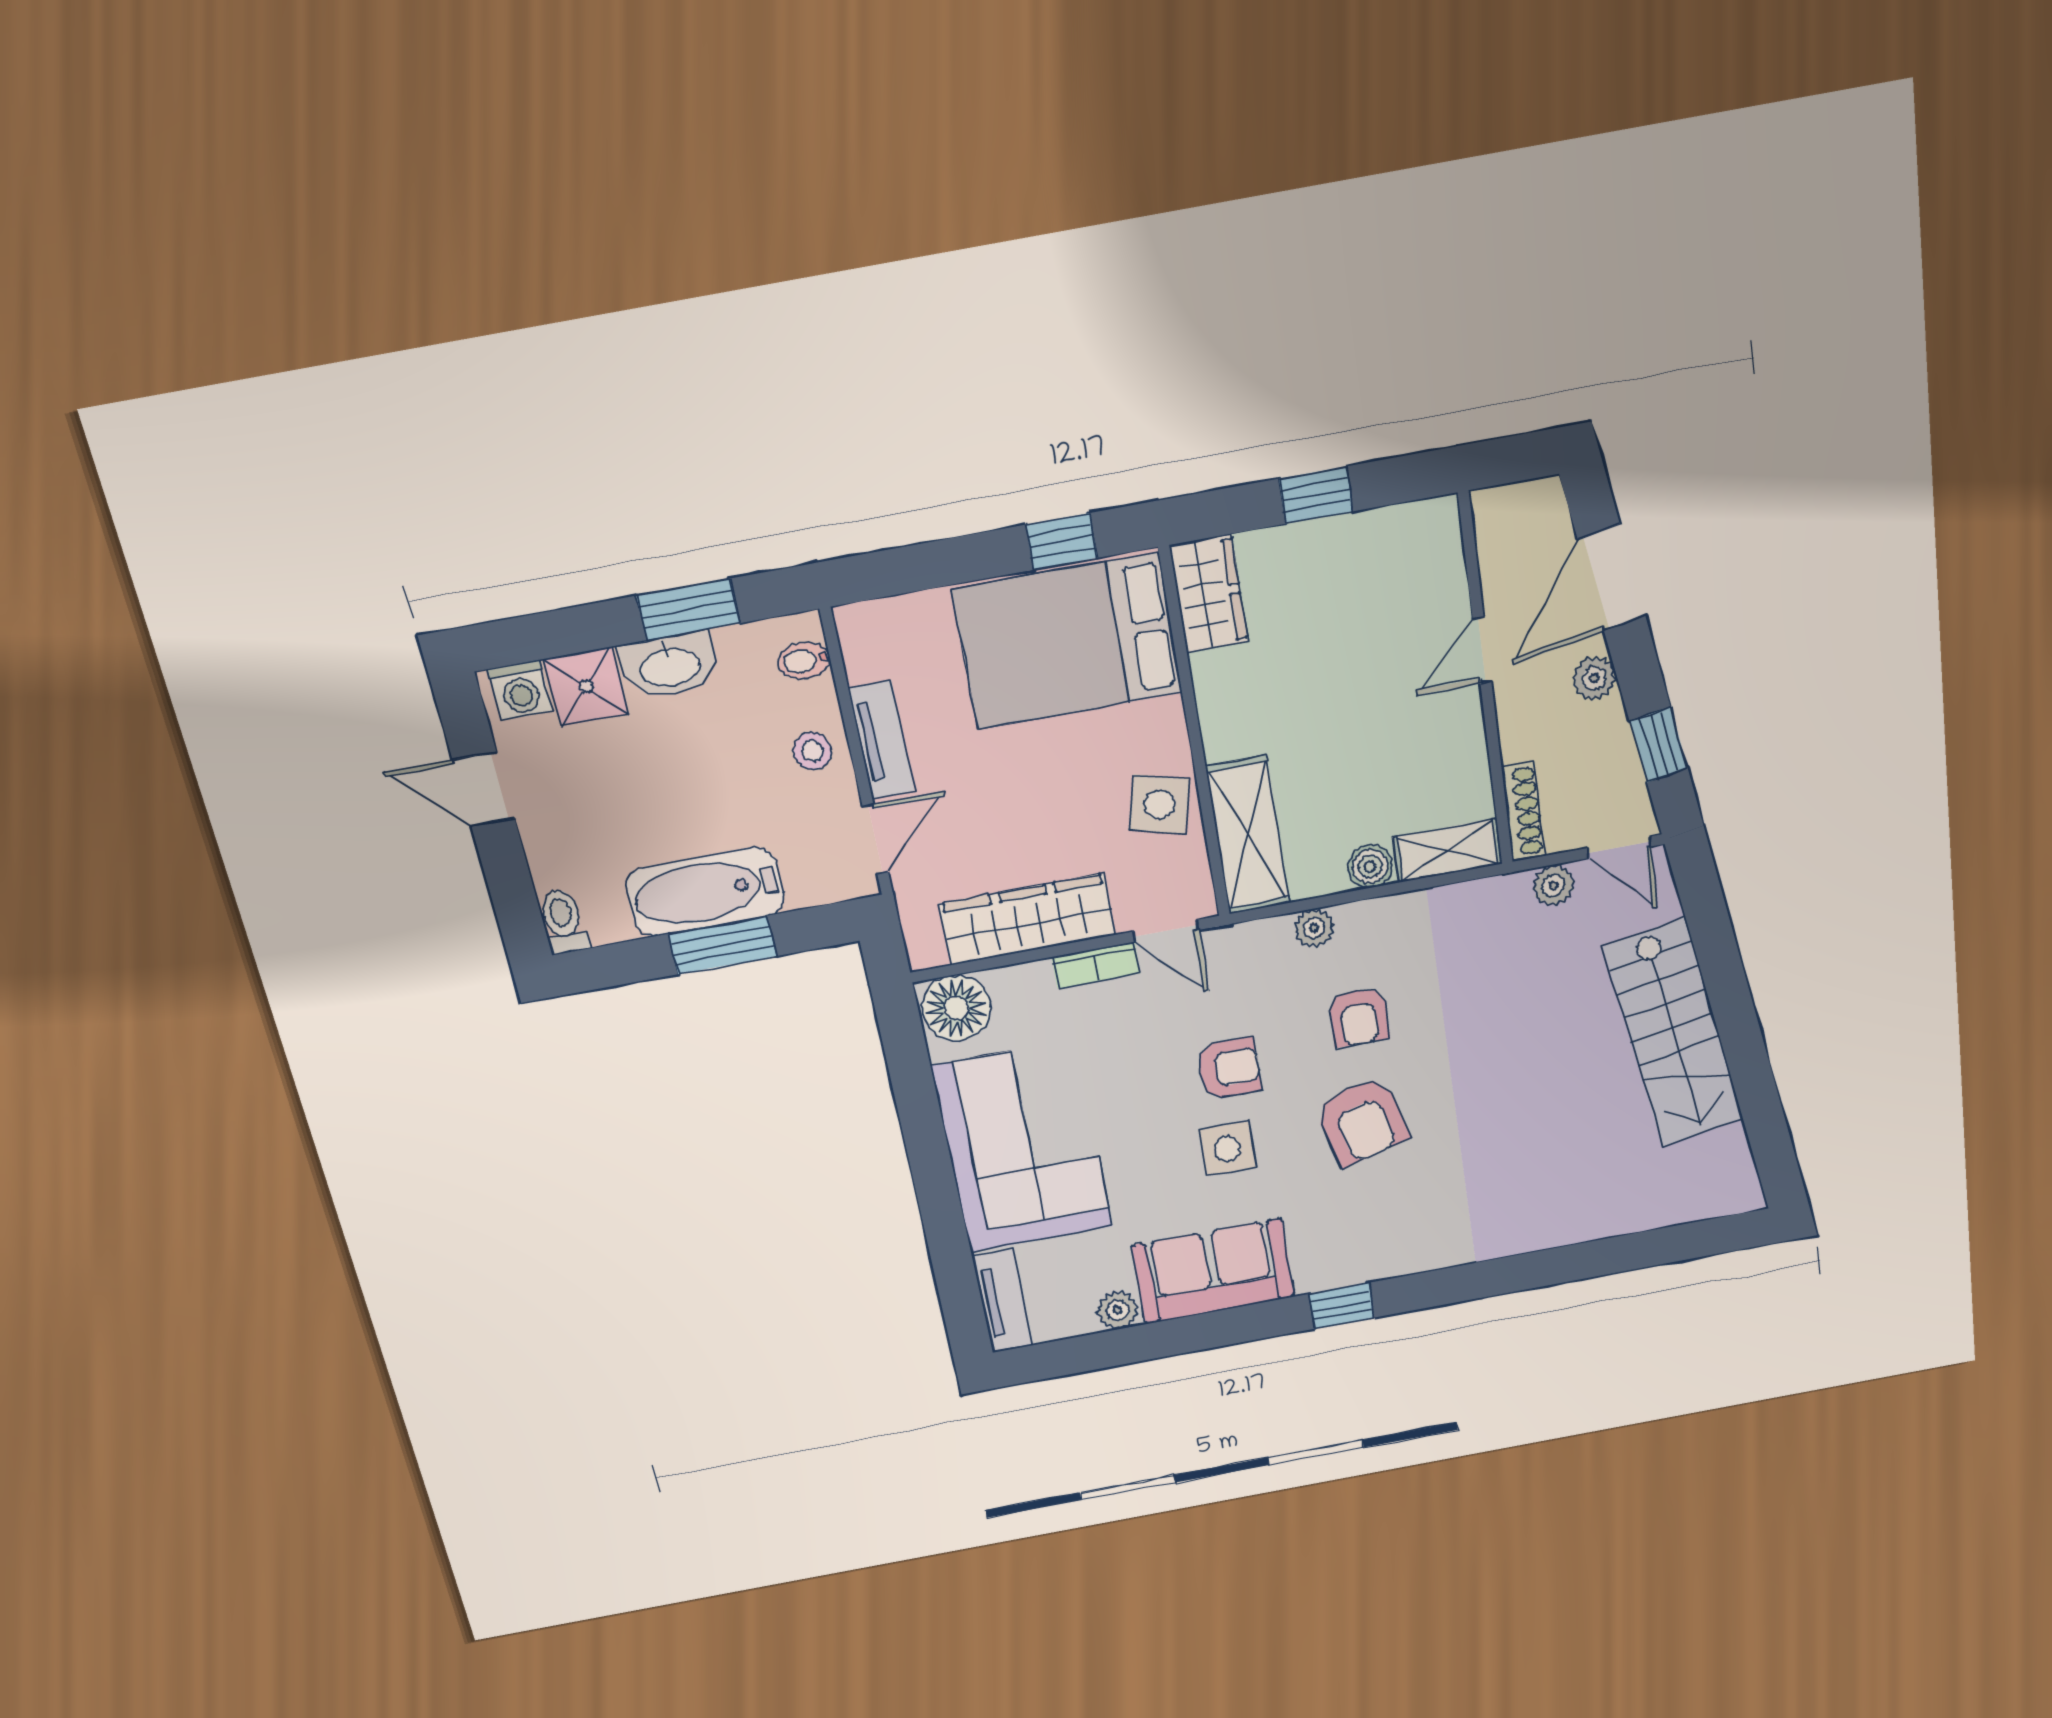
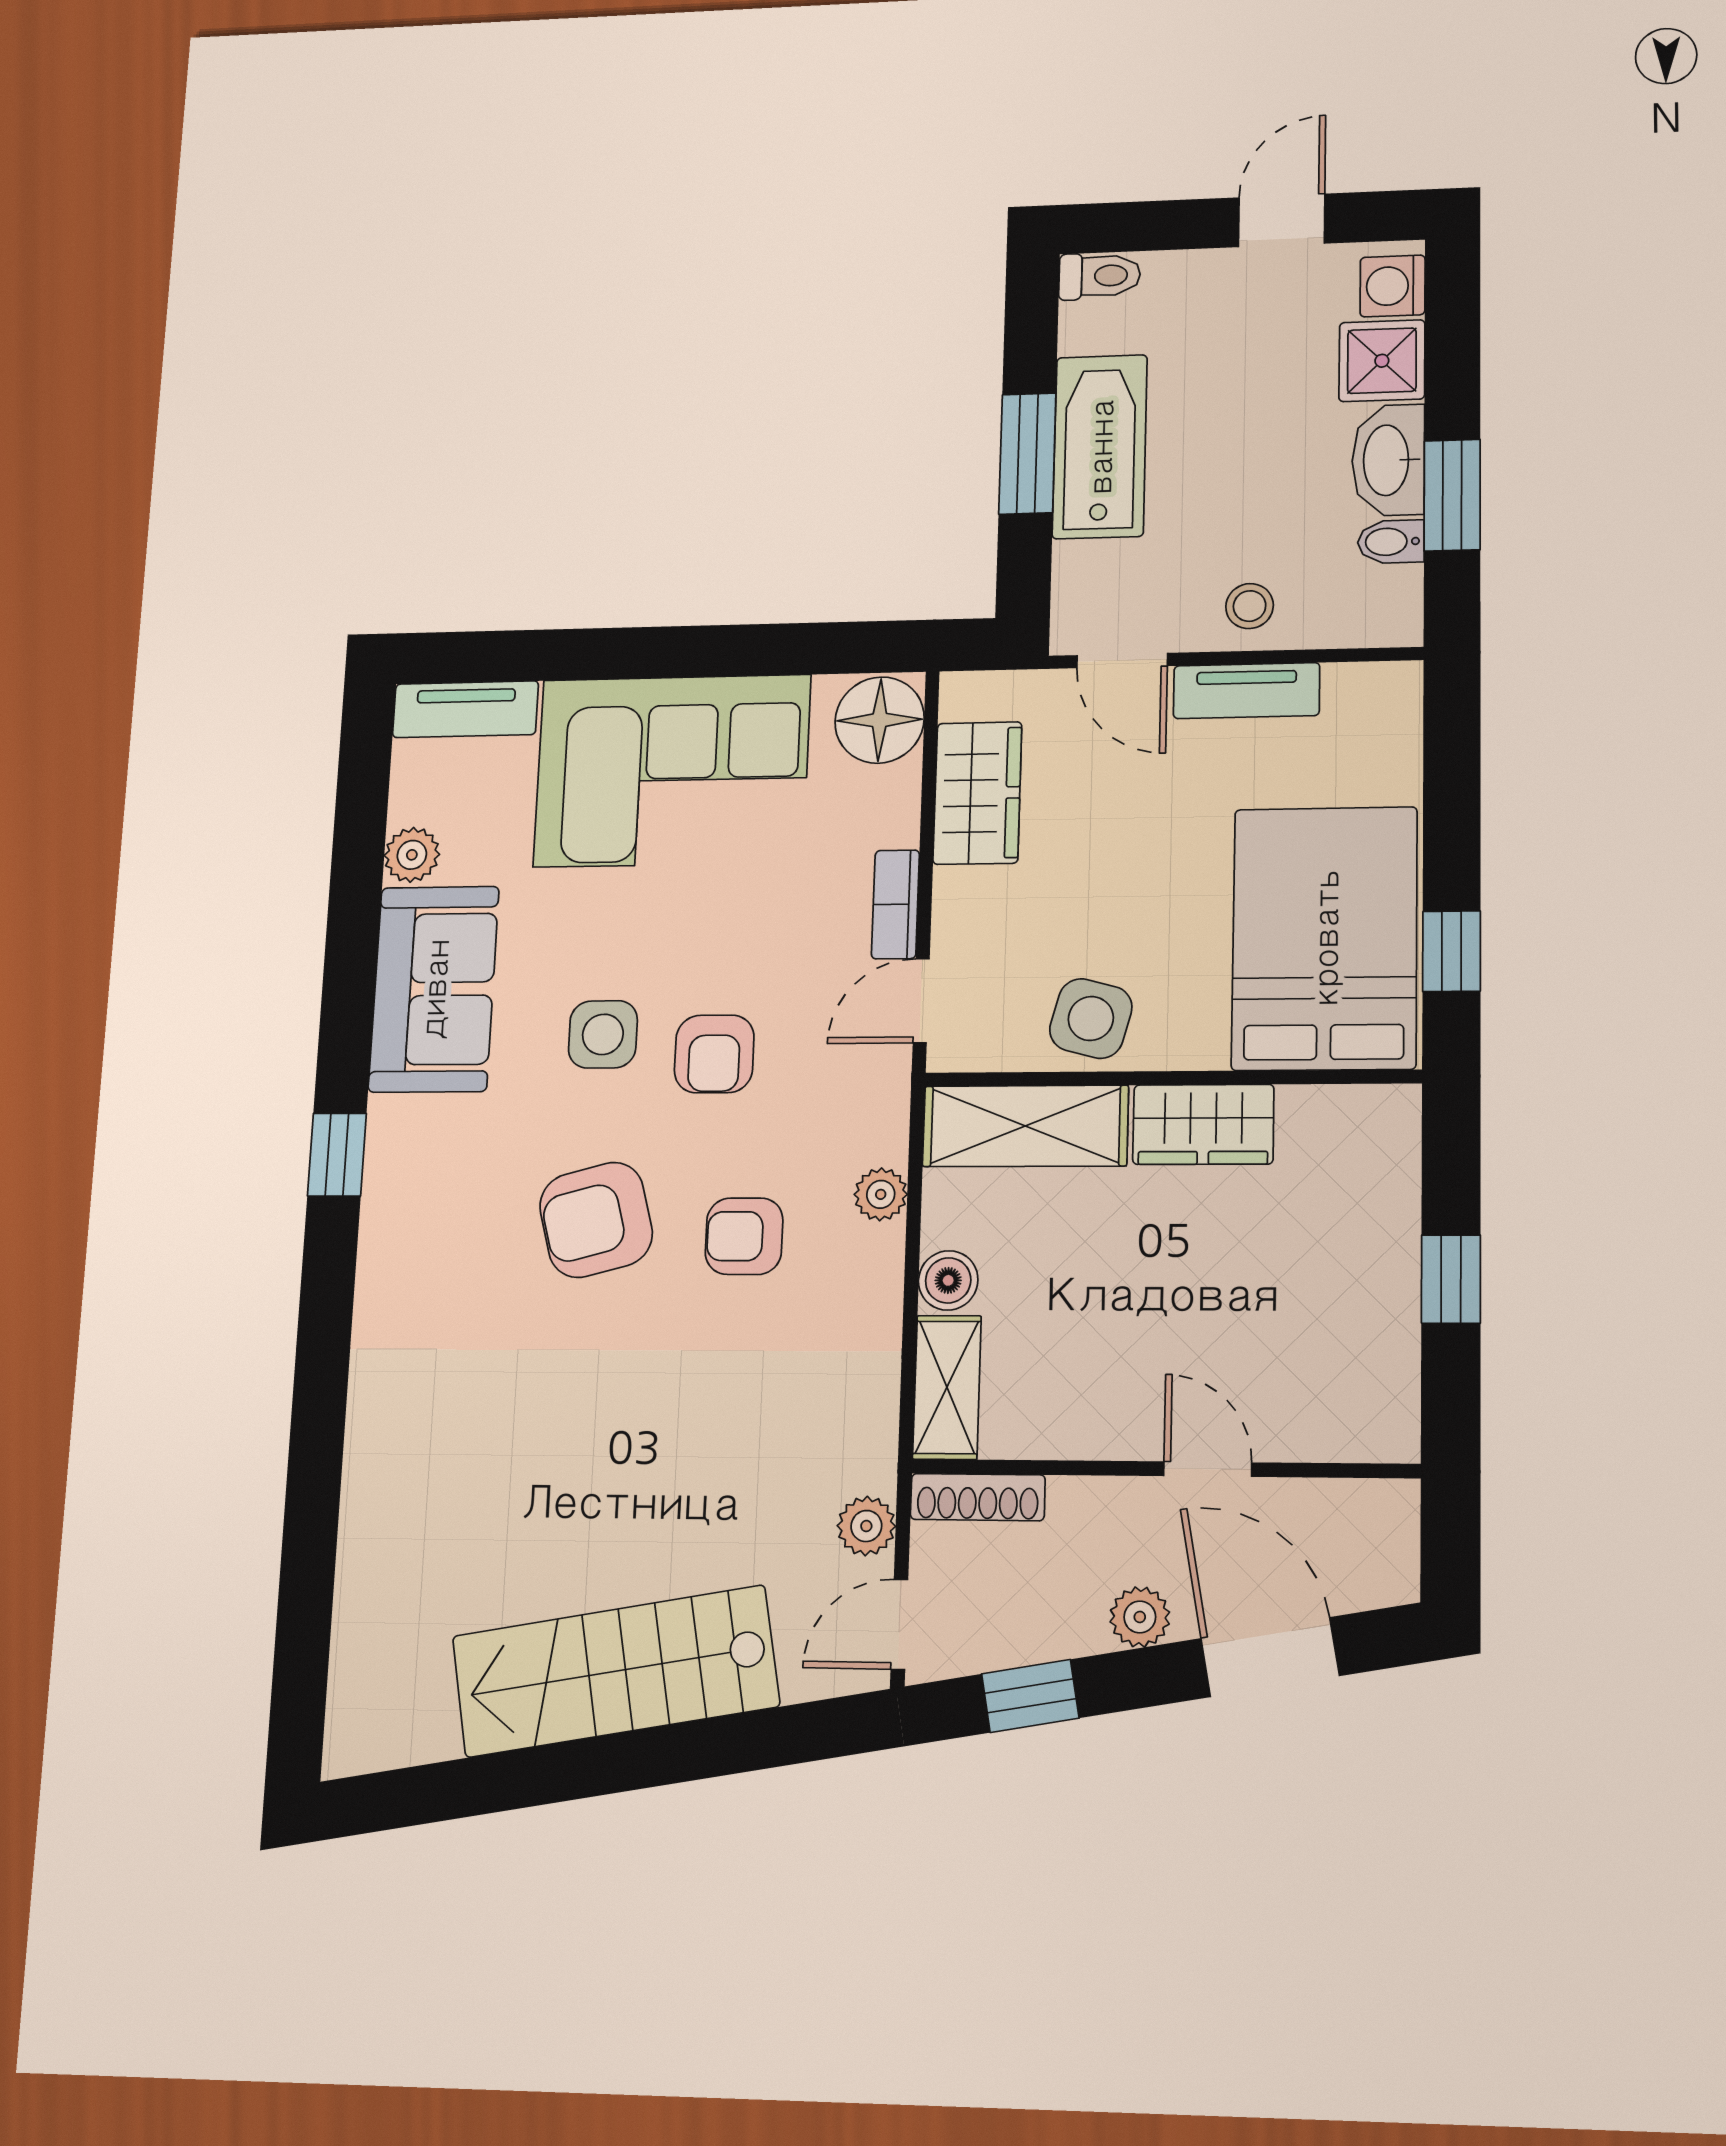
wardrobe: (1209, 594) -> (1203, 1124), moved
bidet: (804, 661) -> (1391, 542), moved, turned -90
wardrobe: (1027, 919) -> (977, 793), width x0.67

